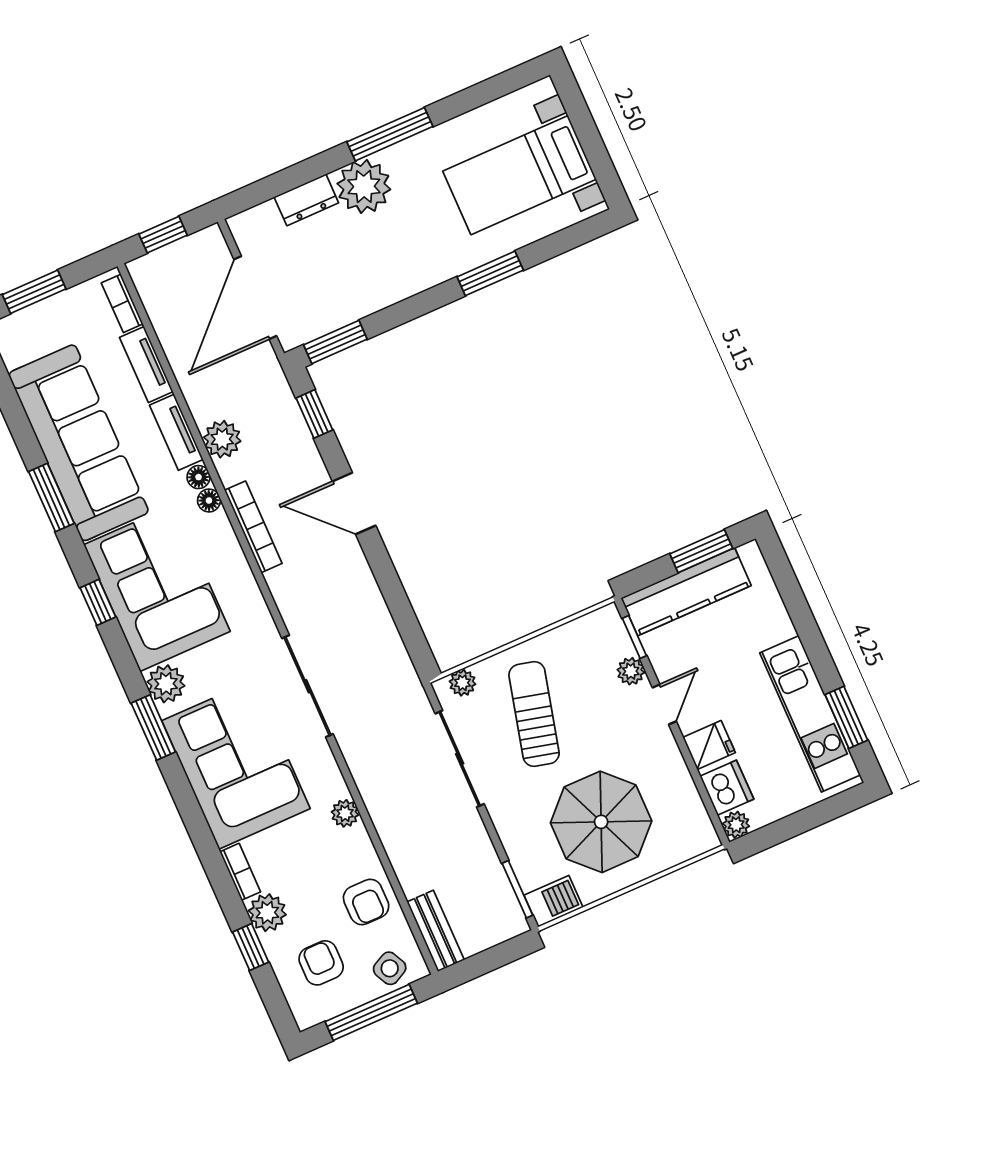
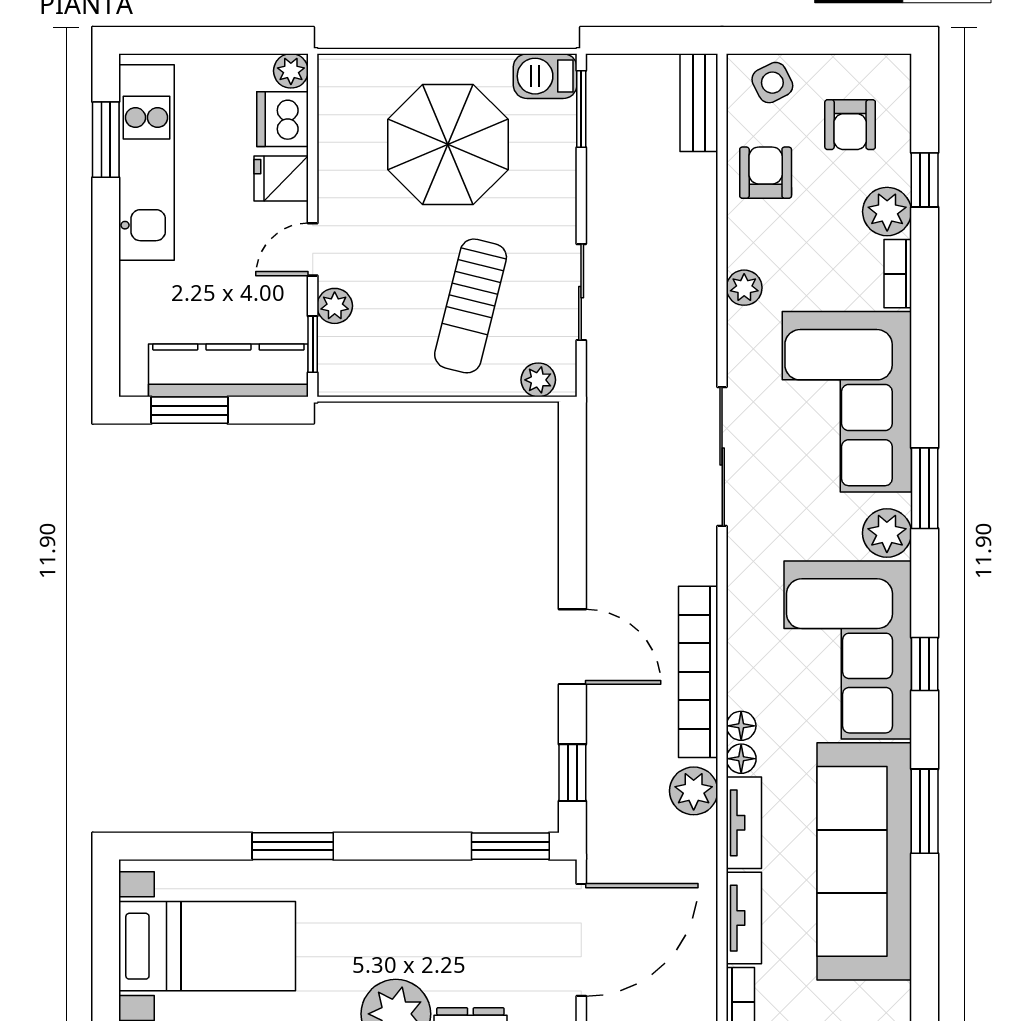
bookcase: (253, 527) -> (698, 672), width x1.48, depth x1.31
sliding door: (460, 759) -> (581, 292), width x0.73
window: (371, 1012) -> (817, 40), removed

